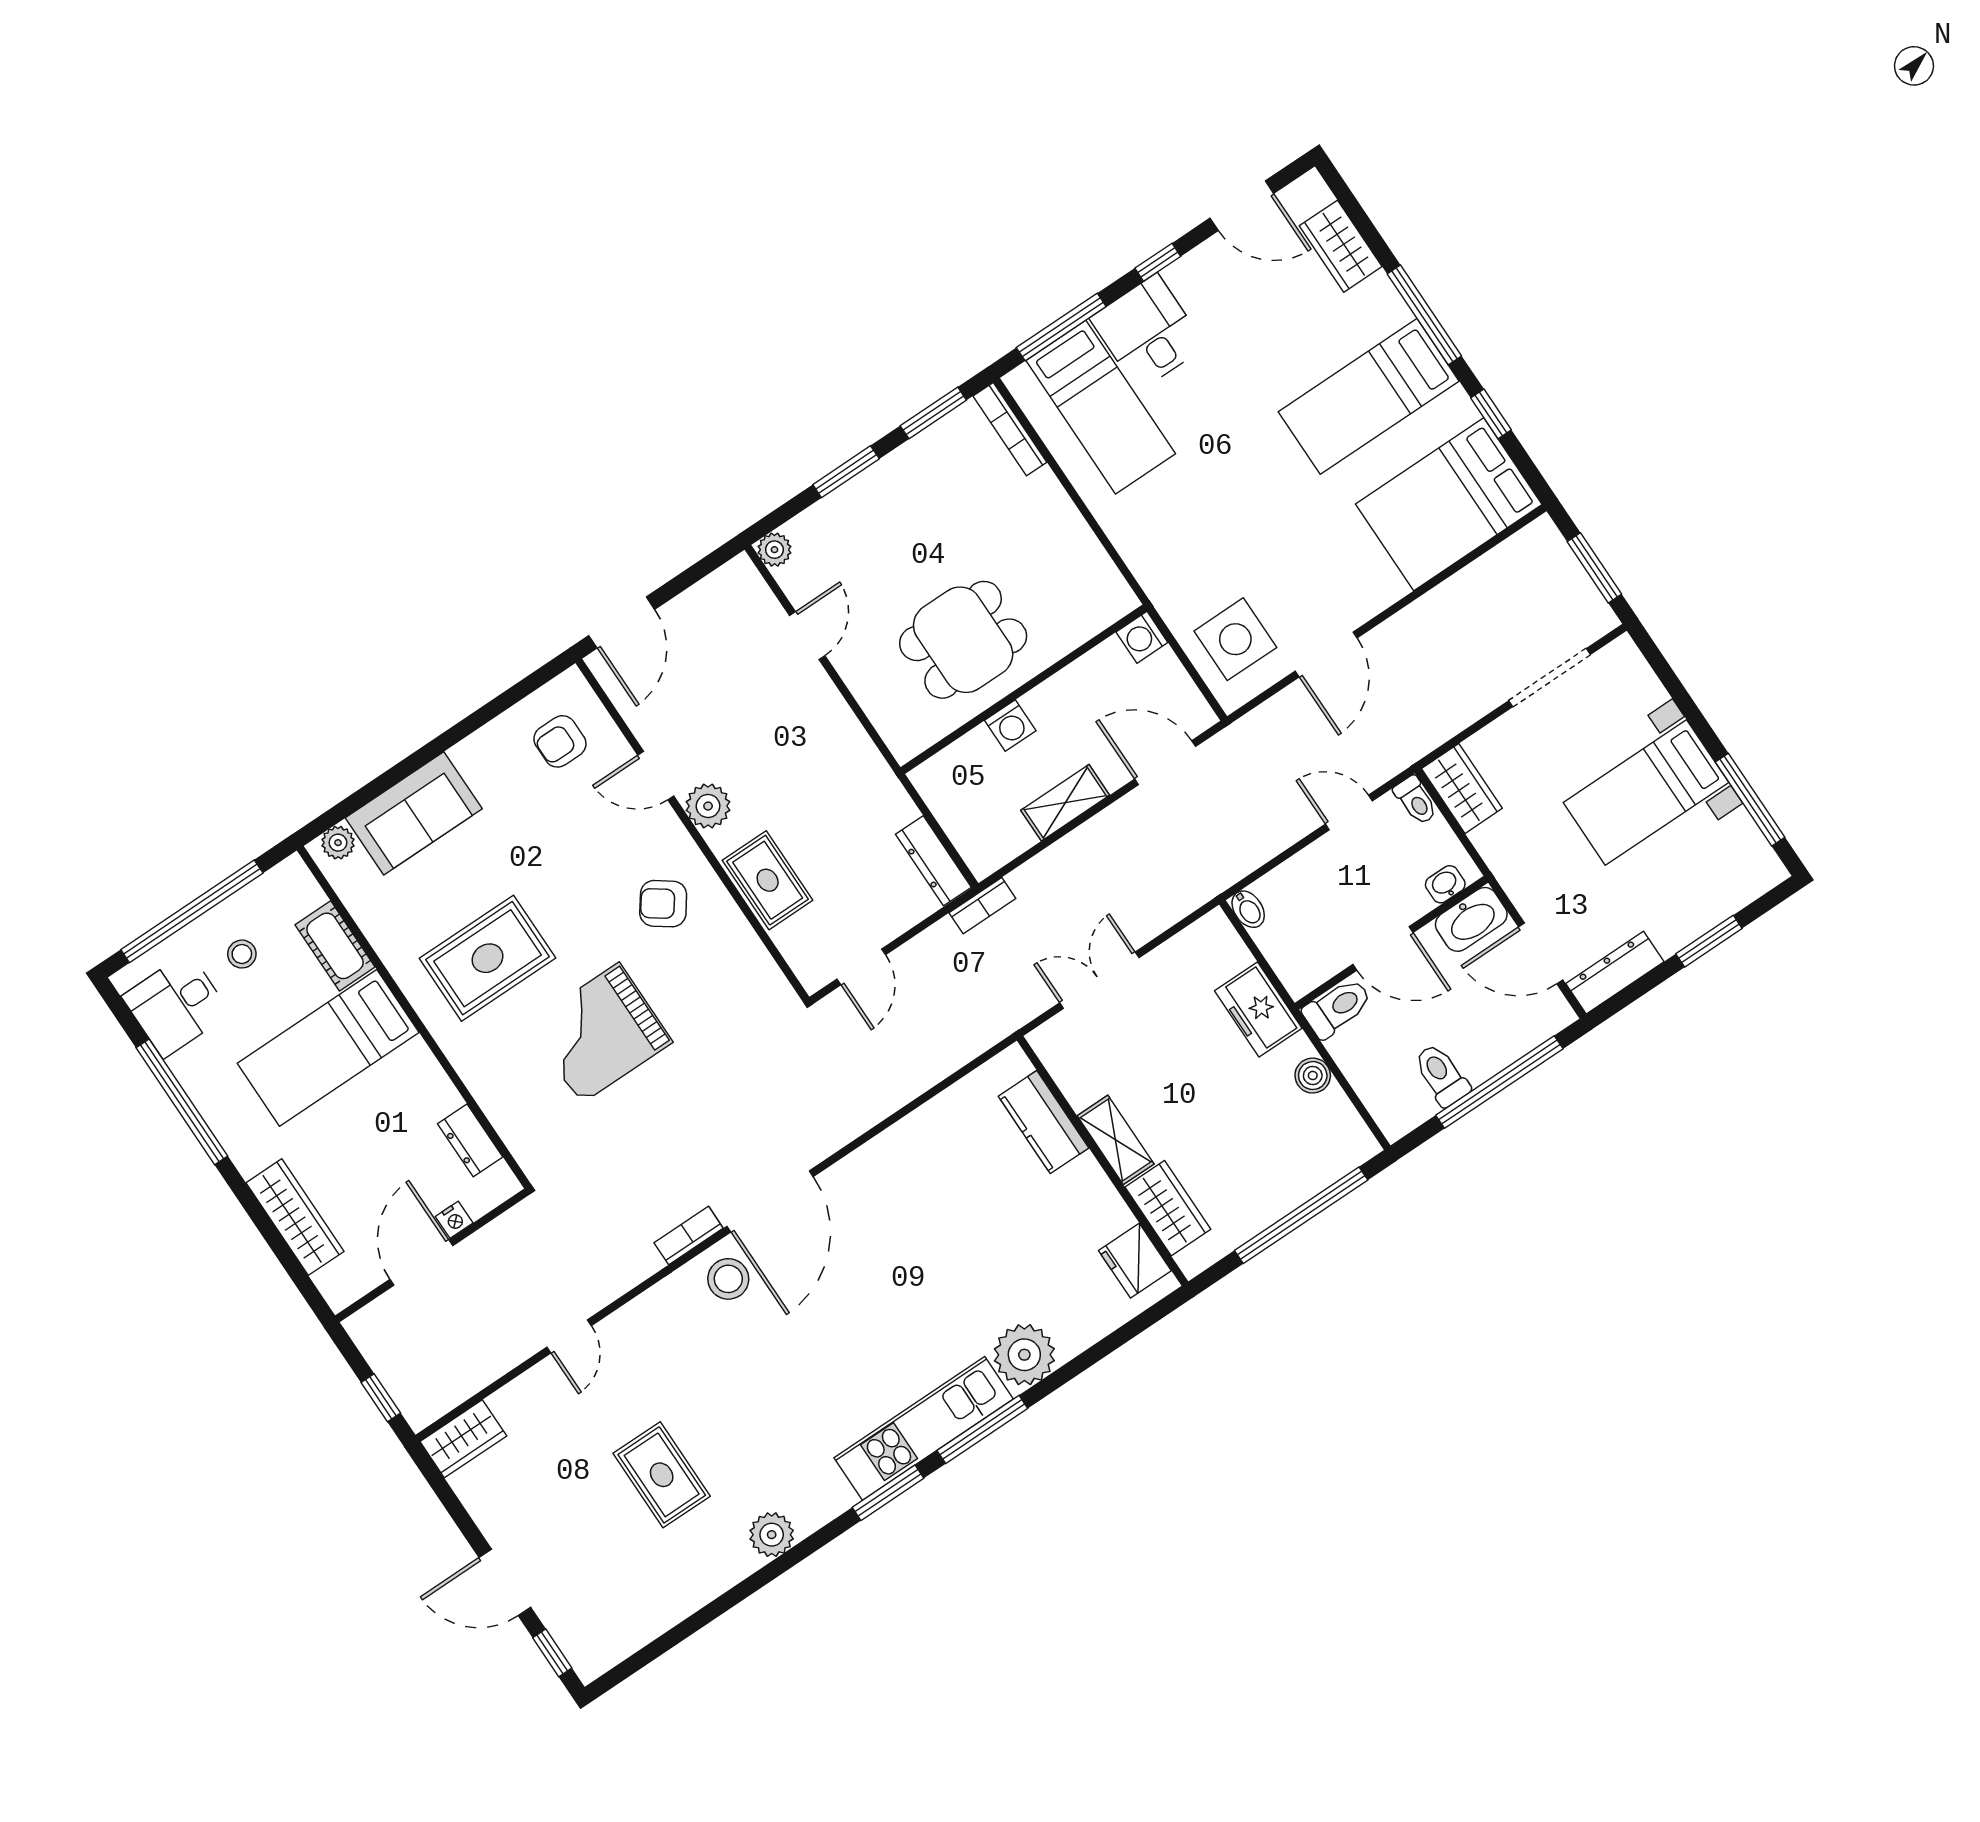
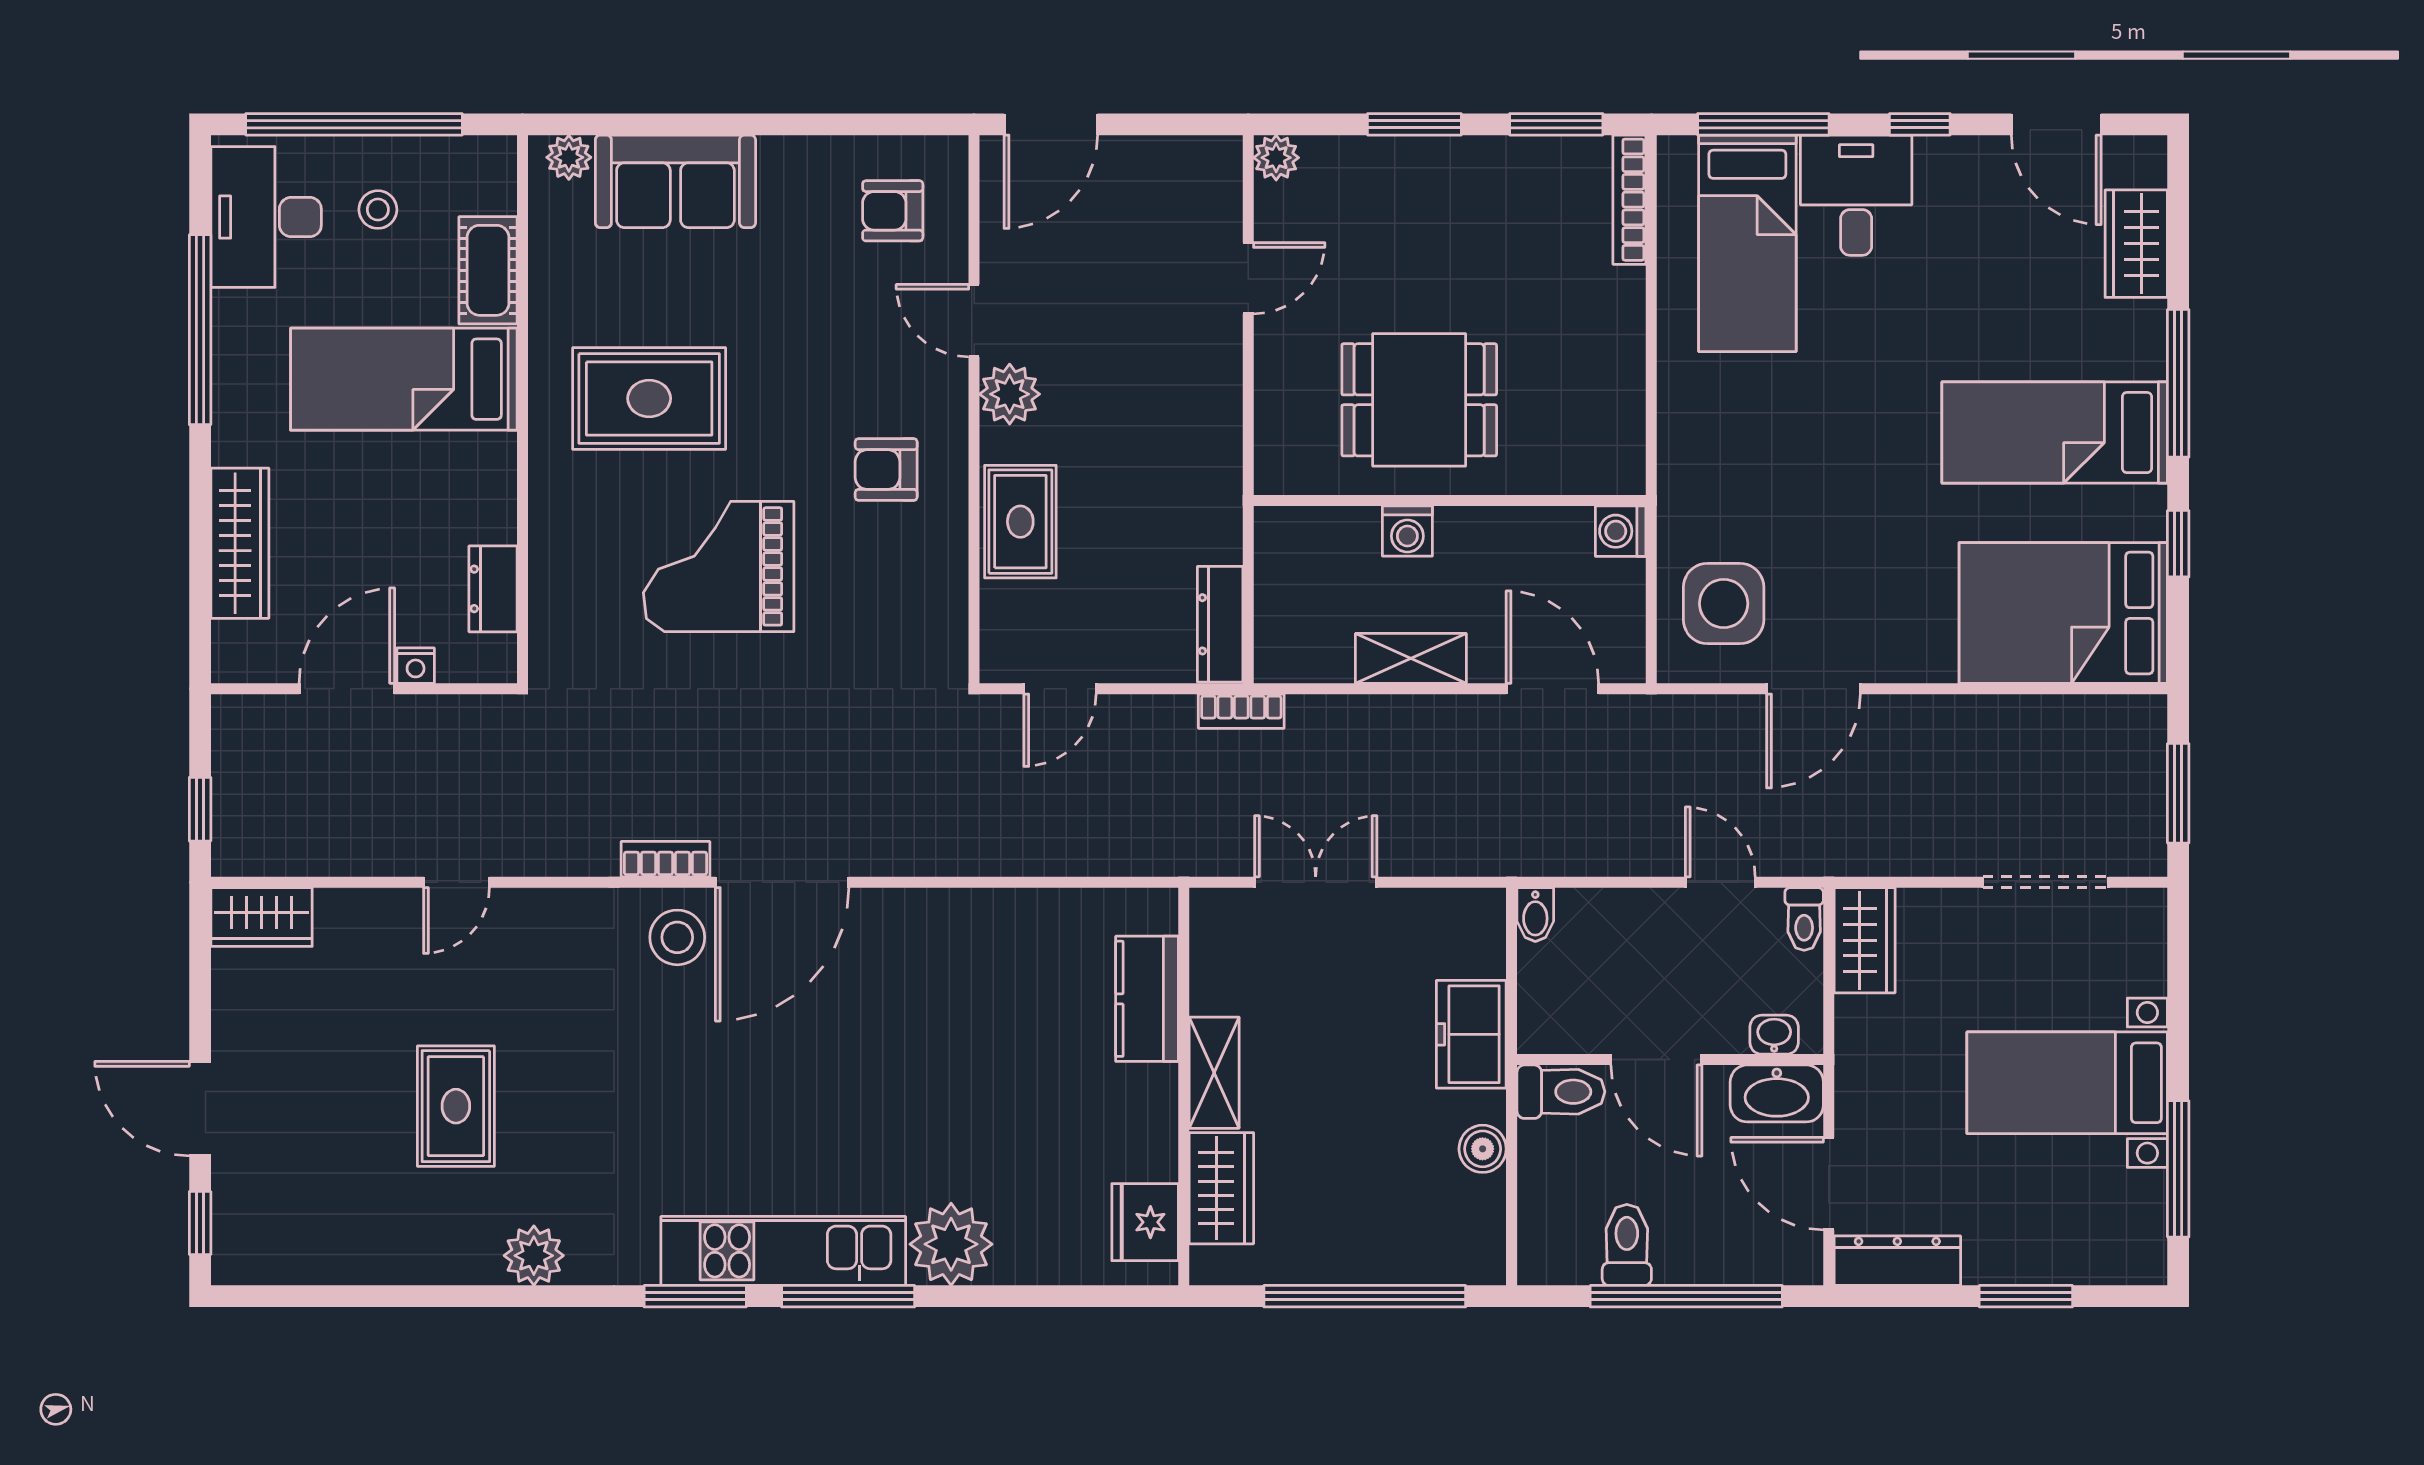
armchair: (663, 904) -> (886, 470), turned -36
desk: (176, 1005) -> (266, 217), width x1.37

